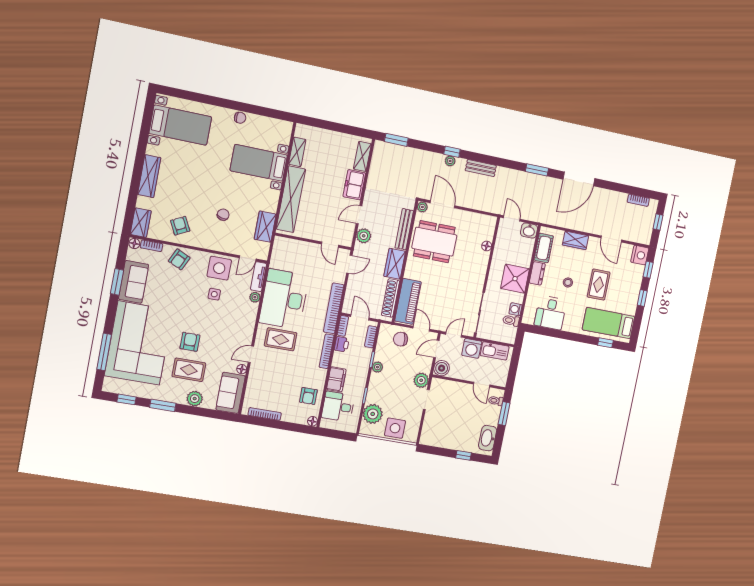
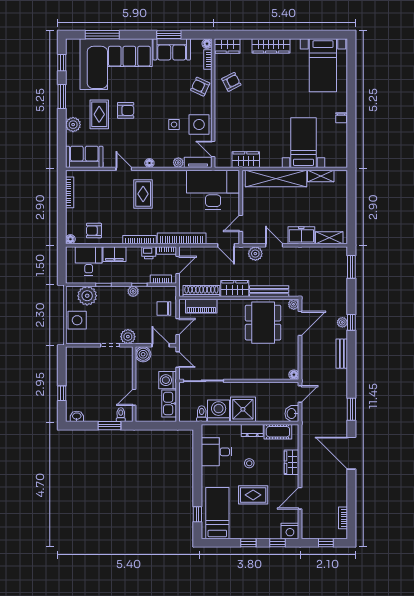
chair: (223, 215) -> (249, 119), removed
floor lamp: (487, 246) -> (294, 375), moved
desk: (284, 299) -> (213, 190), moved
piano: (408, 301) -> (201, 306), width x0.73, depth x0.75
washing machine: (515, 309) -> (219, 411), width x1.89, depth x1.89
chair: (401, 339) -> (164, 309), turned -83
floor lamp: (242, 369) -> (149, 163), moved
washbasin: (488, 438) -> (77, 416), width x0.52, depth x0.69

